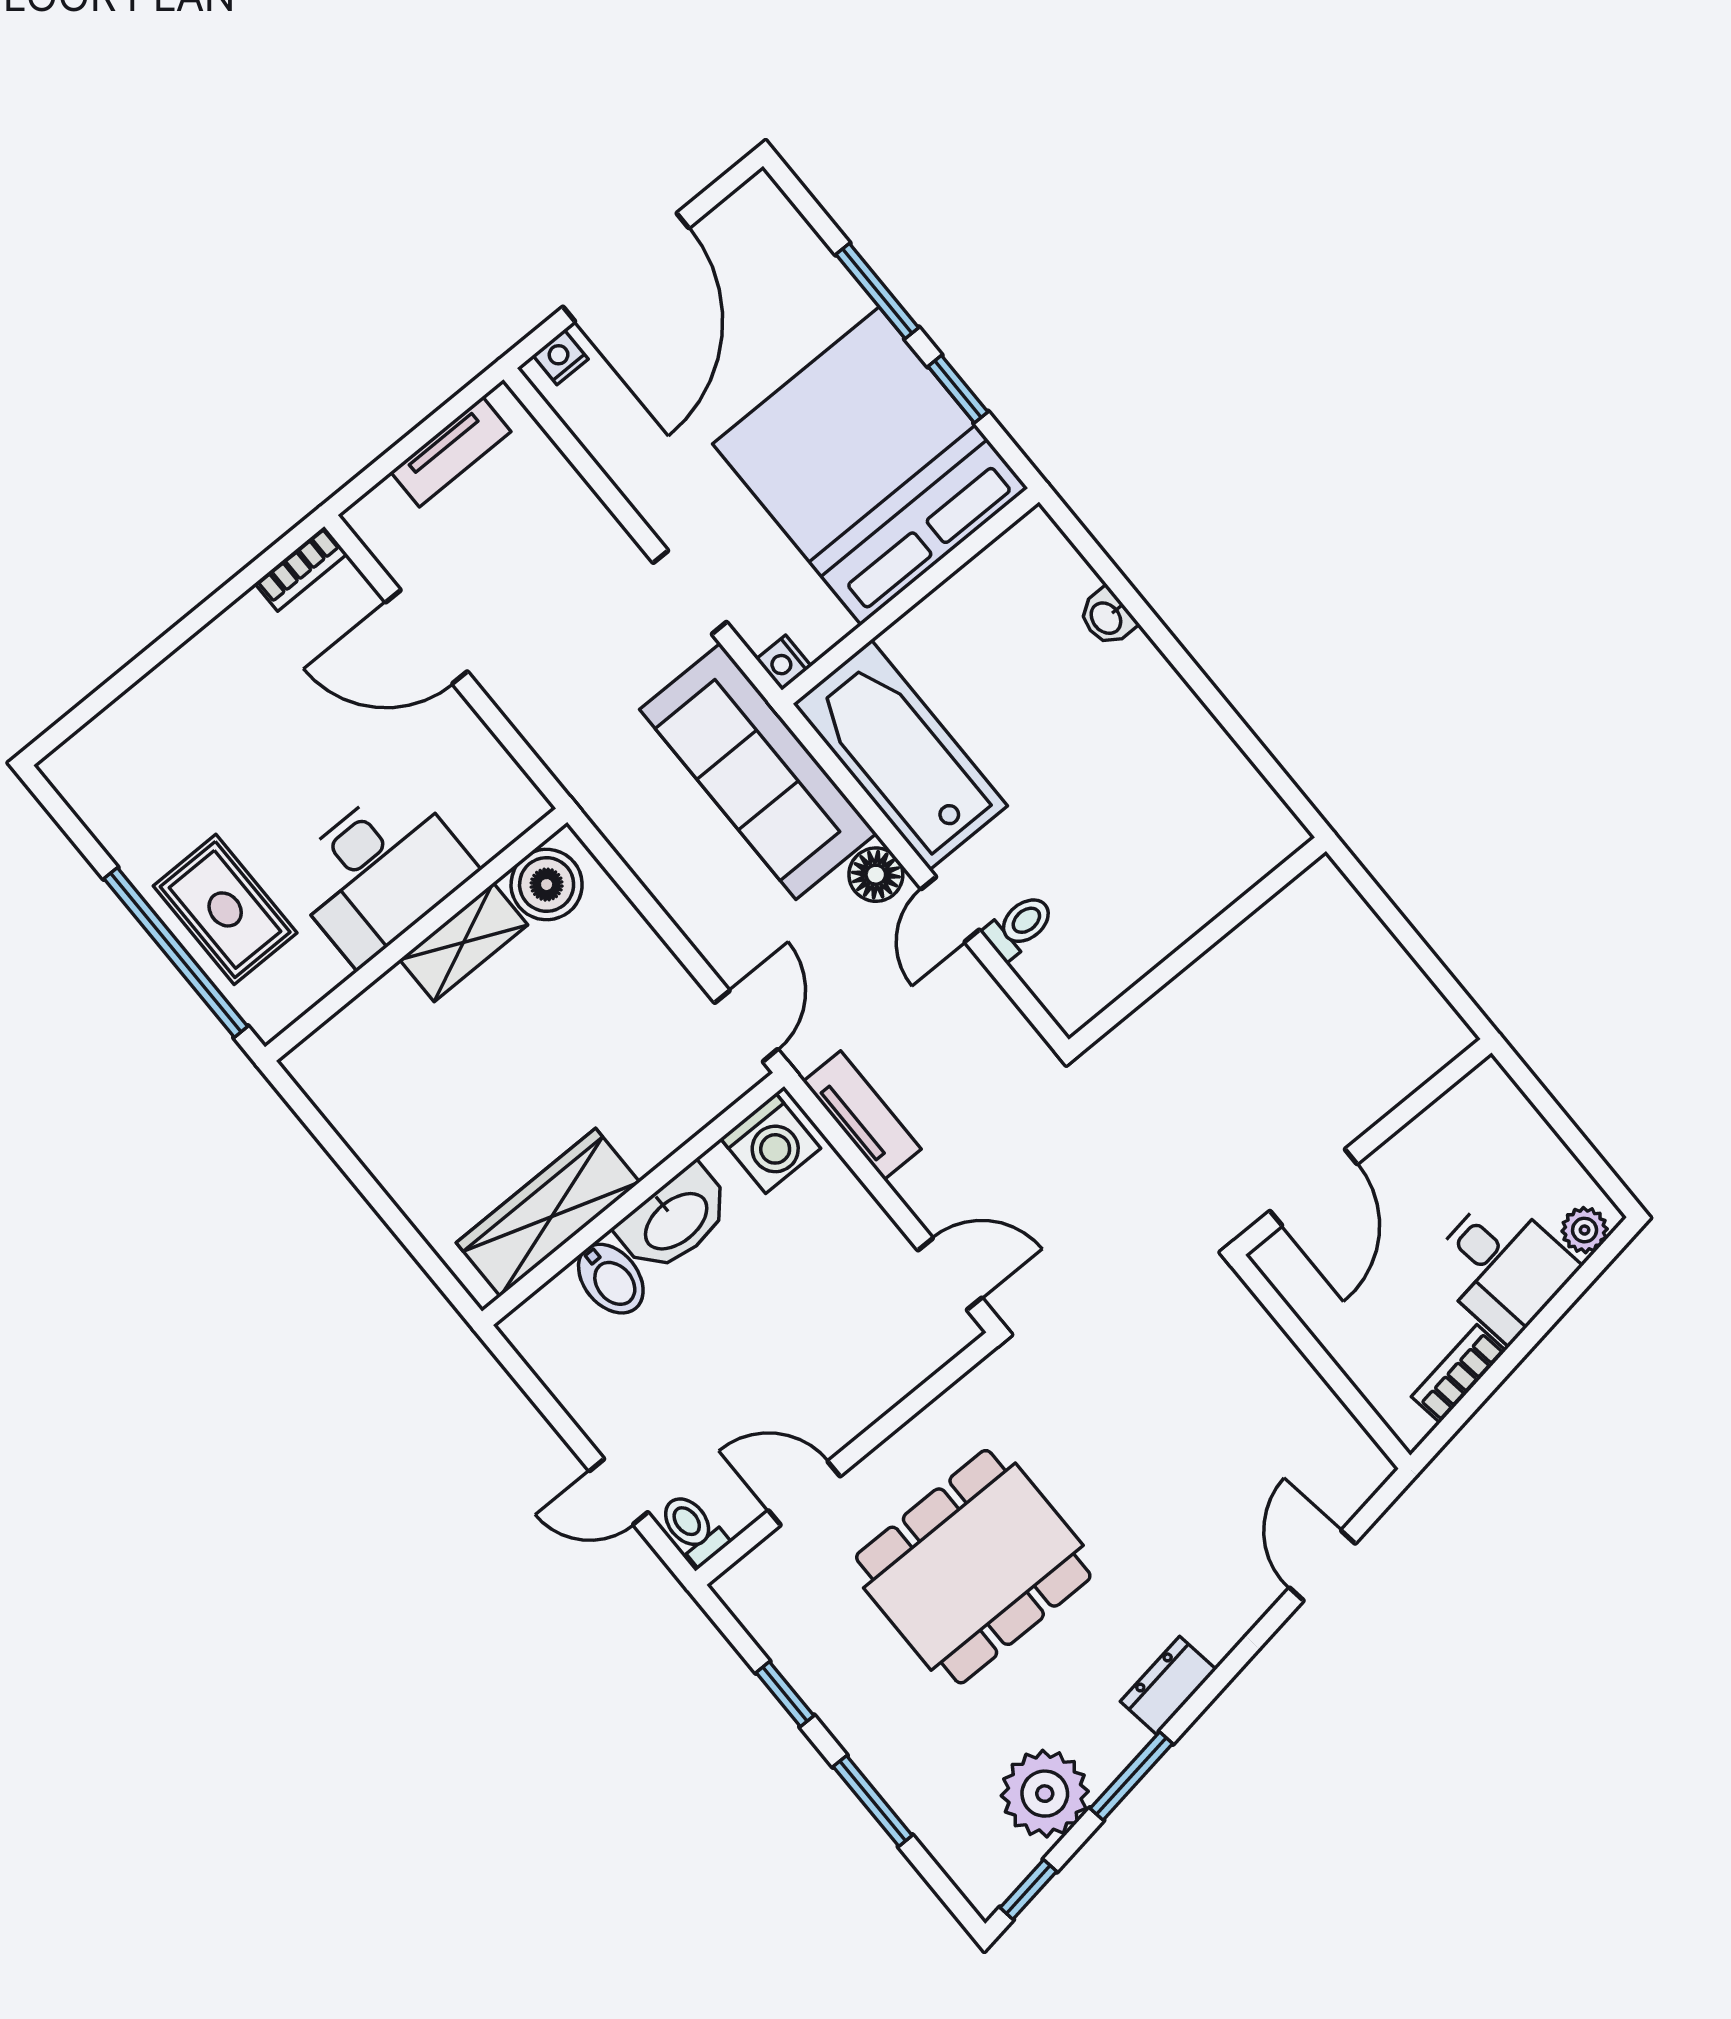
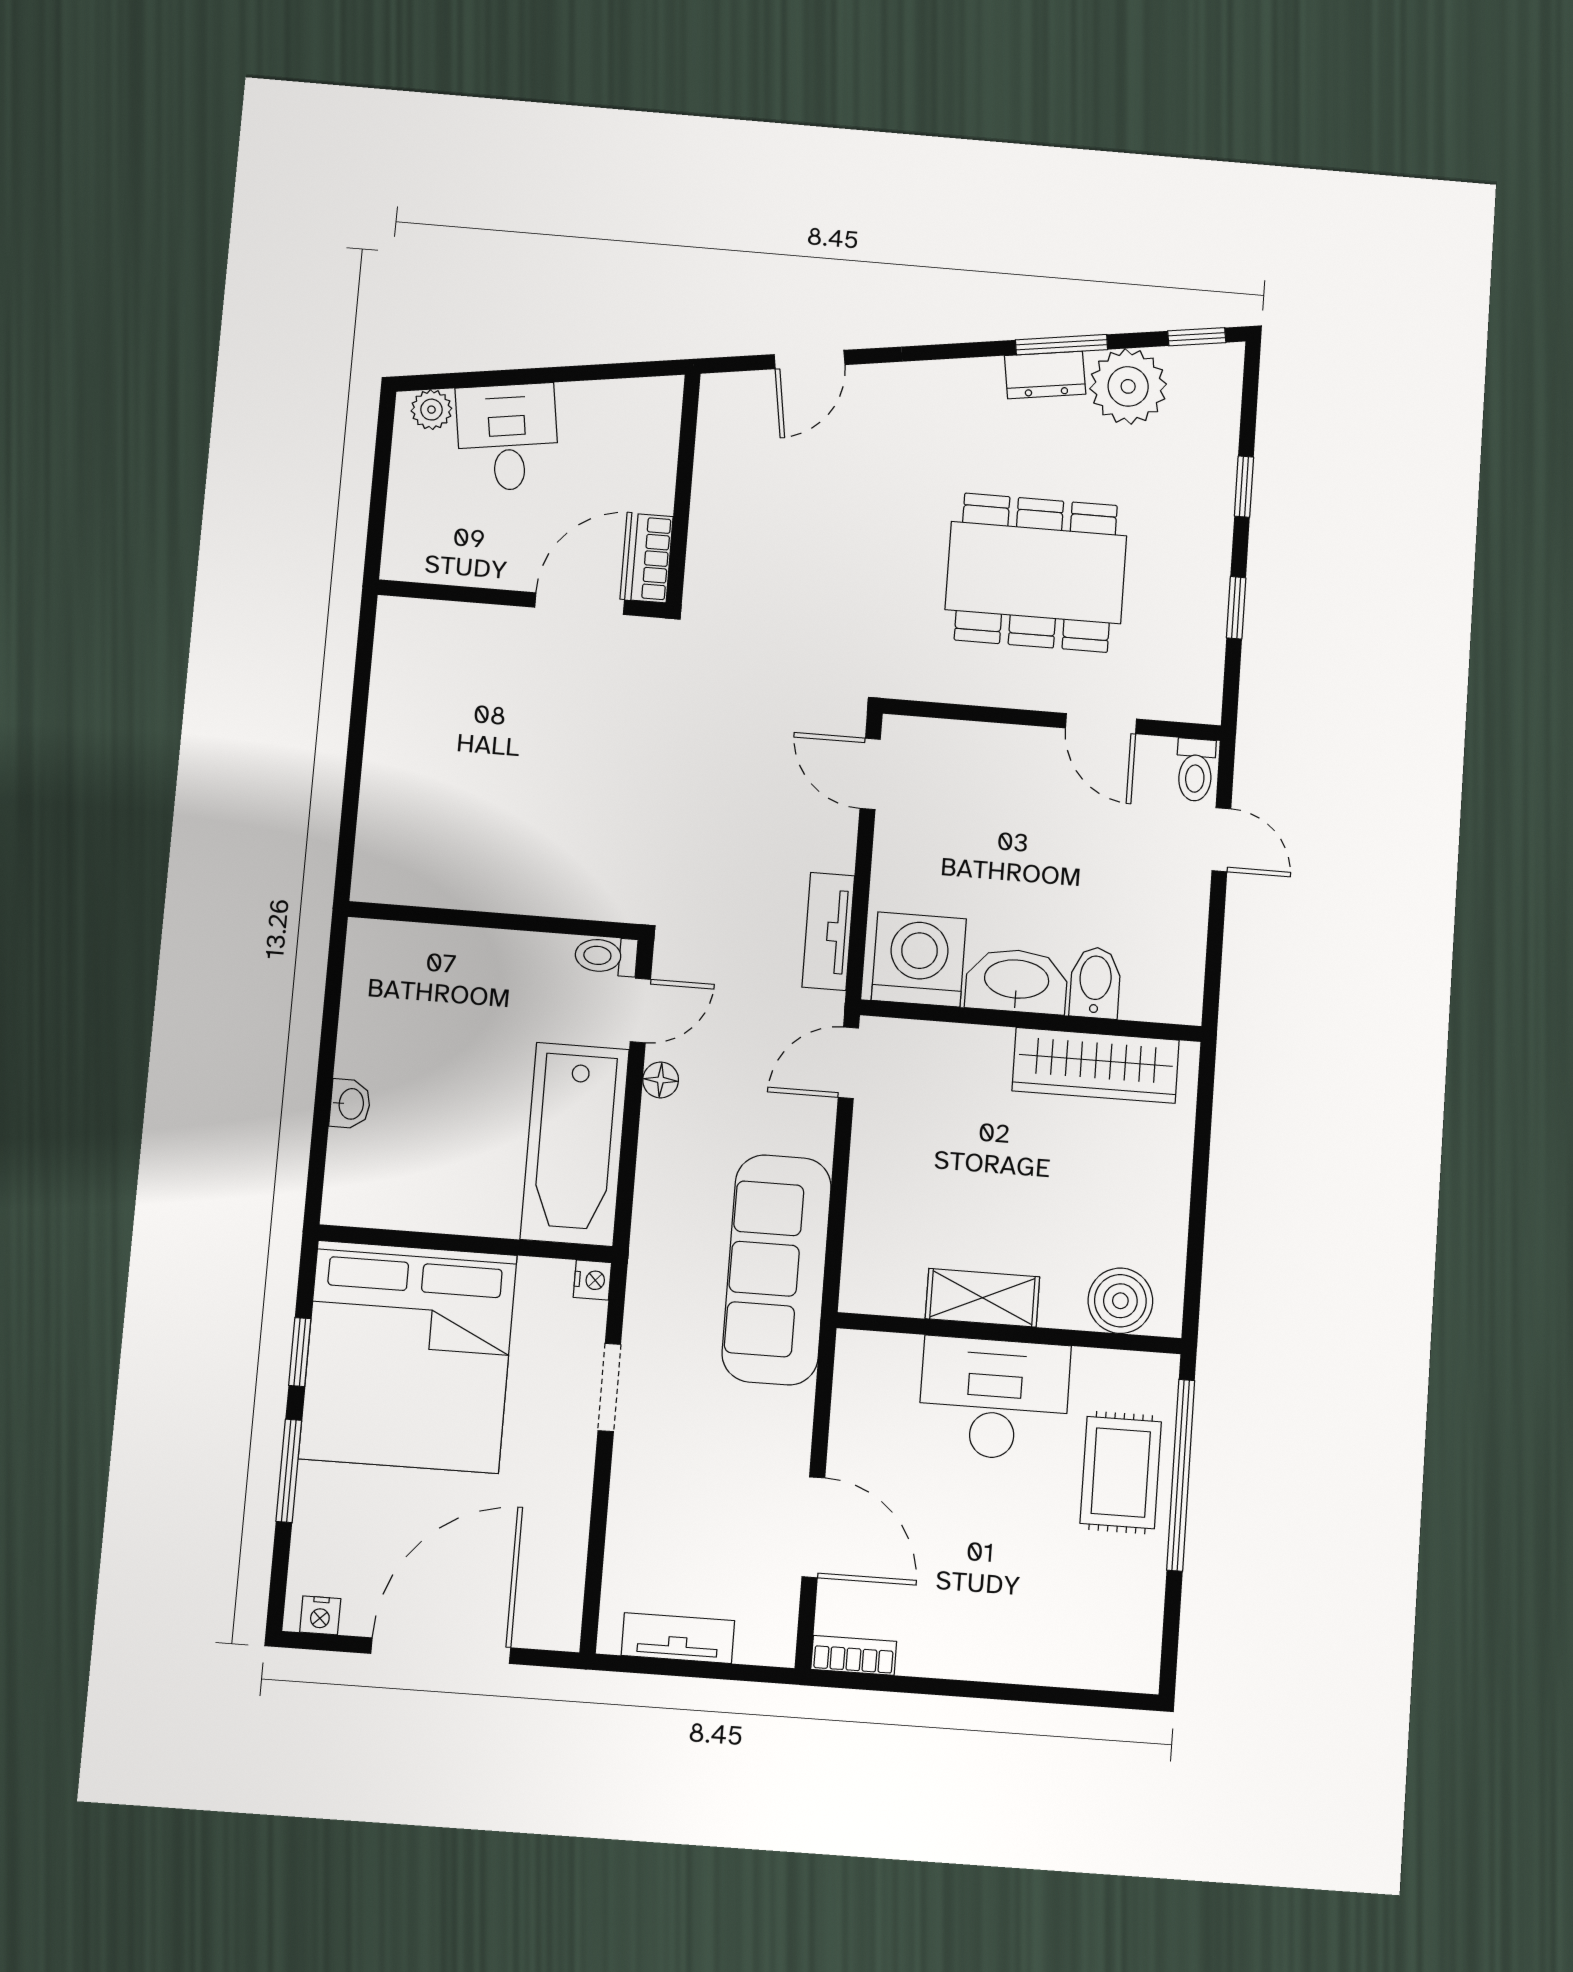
nightstand: (560, 357) -> (320, 1615), moved
sofa: (758, 771) -> (777, 1270), moved, turned 180
floor lamp: (876, 875) -> (661, 1080), width x0.73, depth x0.73
boiler: (547, 885) -> (1120, 1301), moved
wall: (1197, 945) -> (494, 920), moved
washing machine: (771, 1143) -> (919, 959), width x1.37, depth x1.37
bookcase: (1459, 1374) -> (652, 558), moved, turned 98
dresser: (1168, 1685) -> (1045, 375), moved
window: (873, 1801) -> (1244, 487), width x0.67

